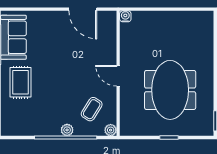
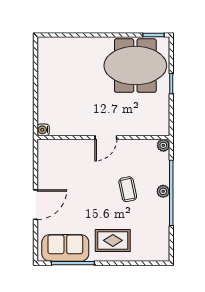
door: (83, 9) -> (36, 205), moved
meeting table: (170, 90) -> (135, 66), moved
coffee table: (92, 109) -> (128, 189), moved, turned 46

